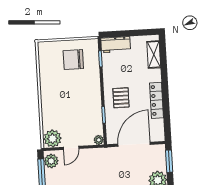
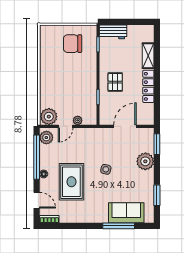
shelving: (154, 55) -> (148, 56), moved
plant: (99, 140) -> (78, 120), moved
door: (134, 144) -> (125, 126), width x0.73

